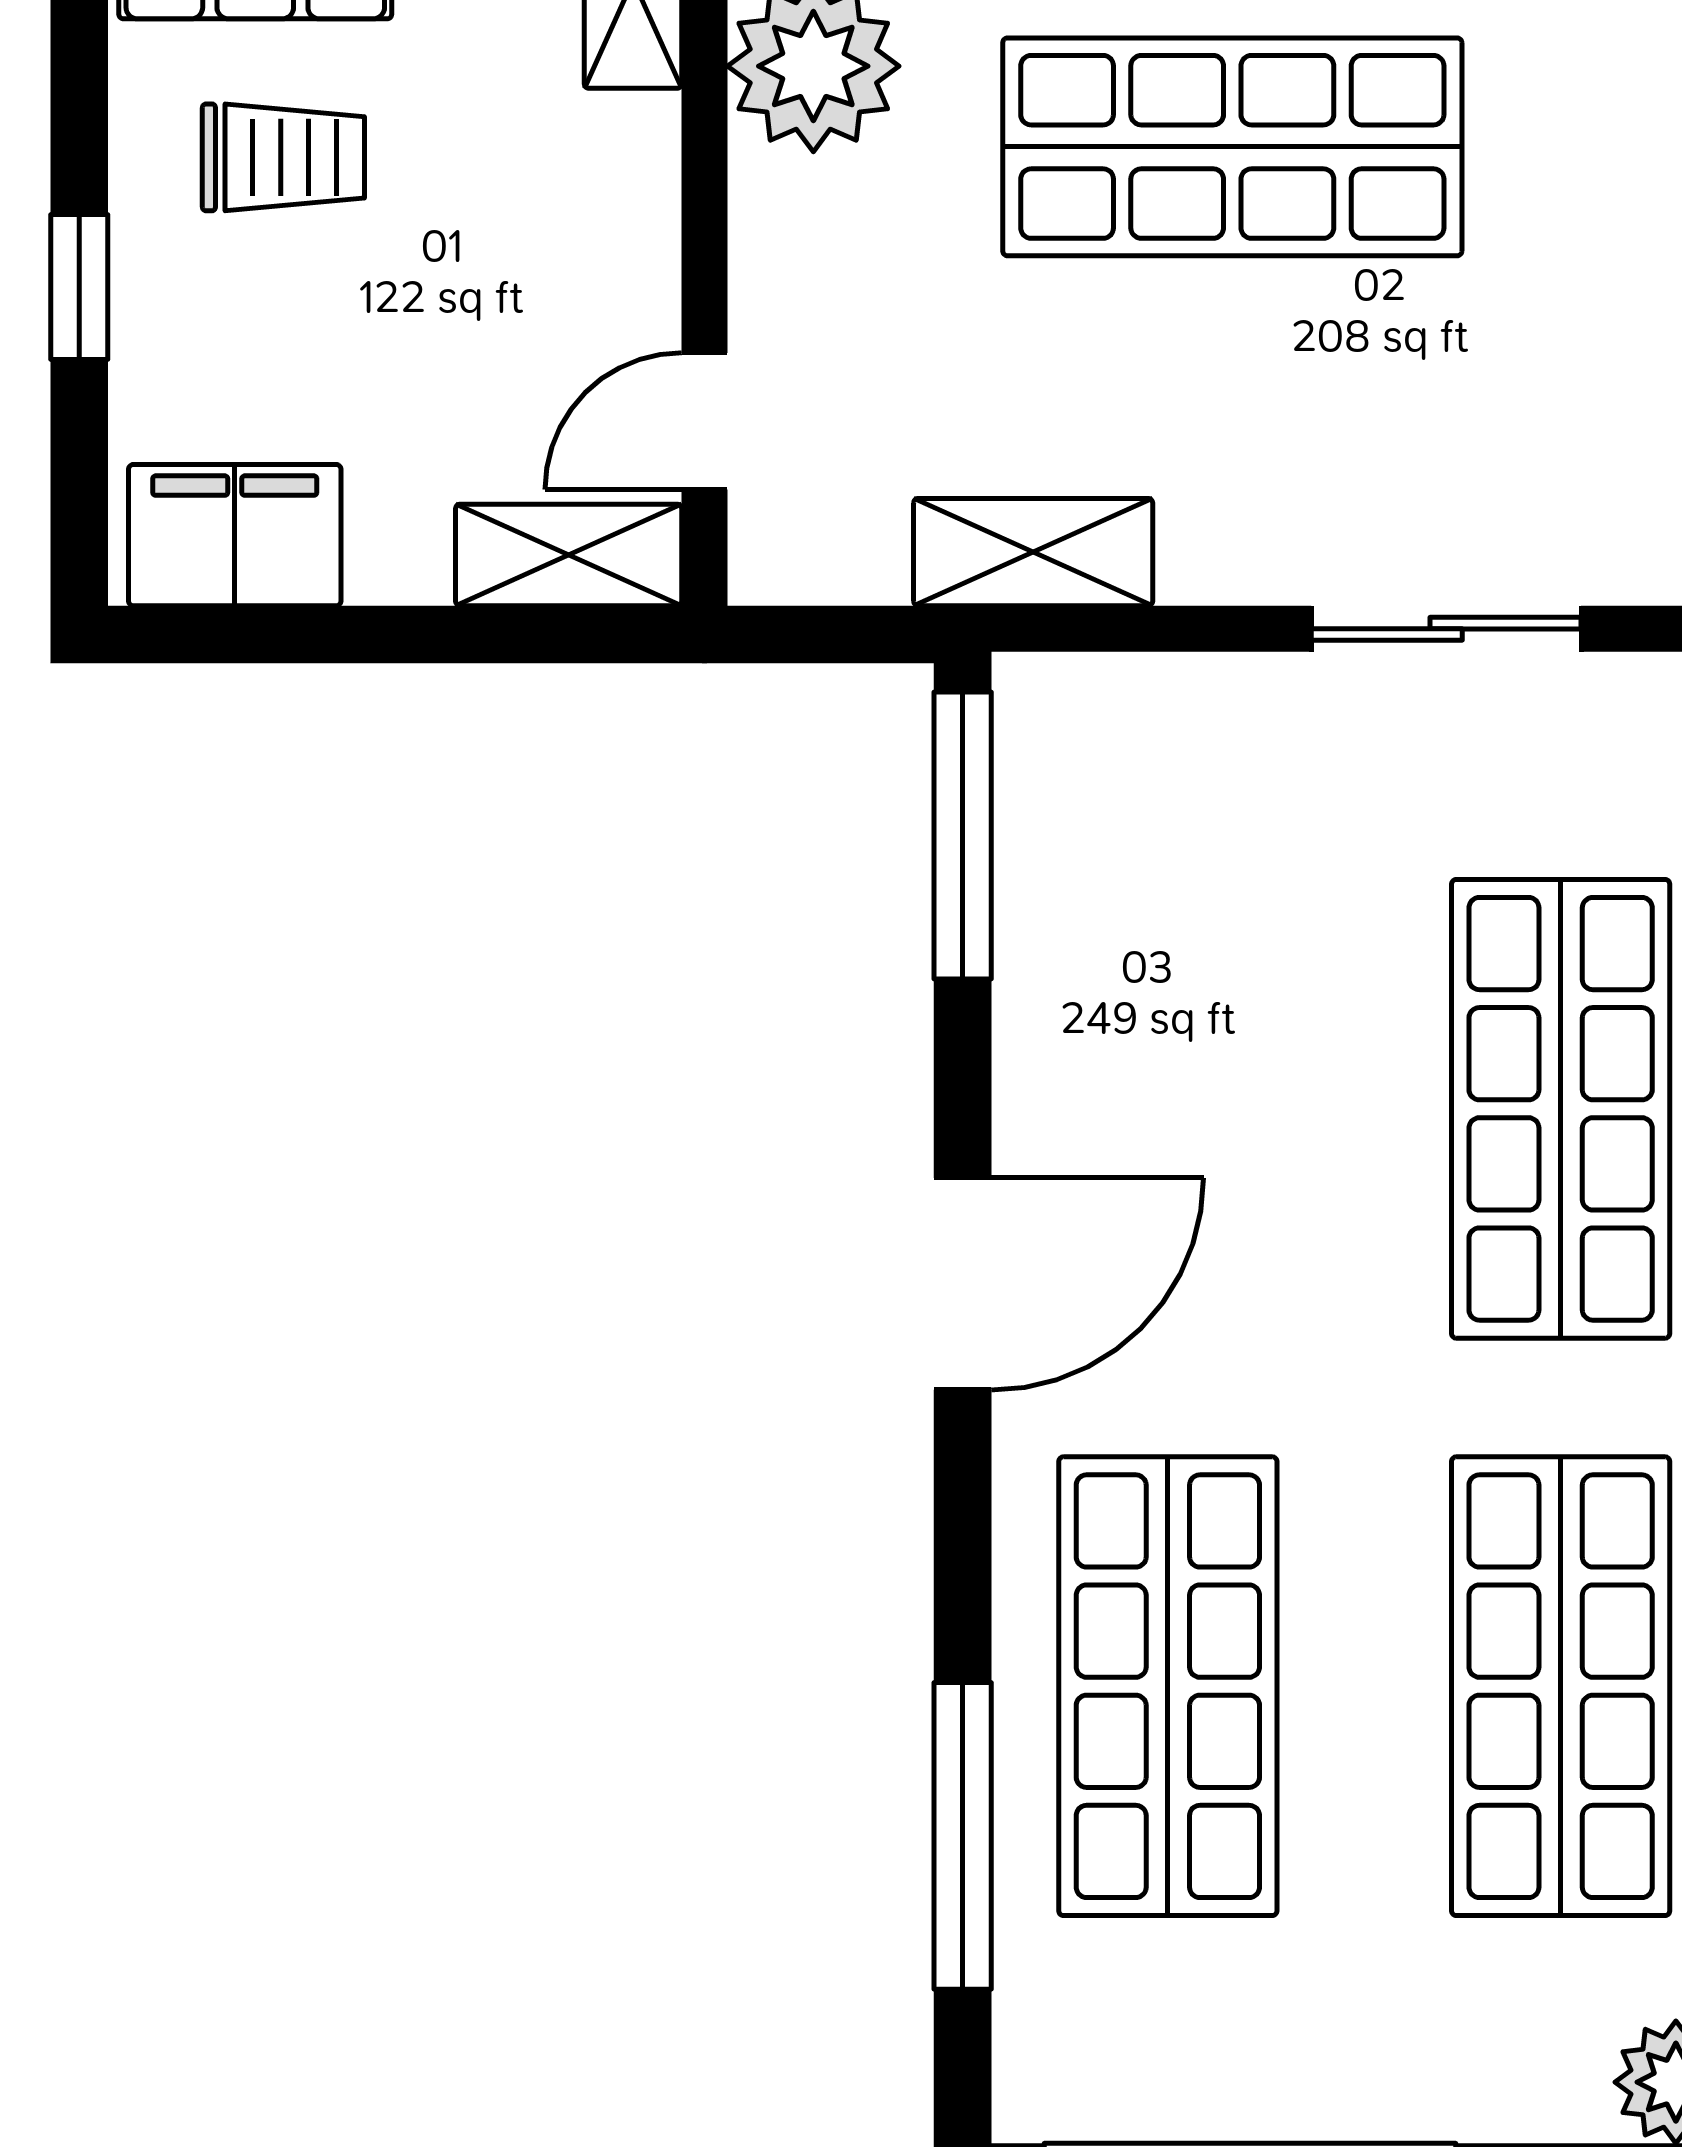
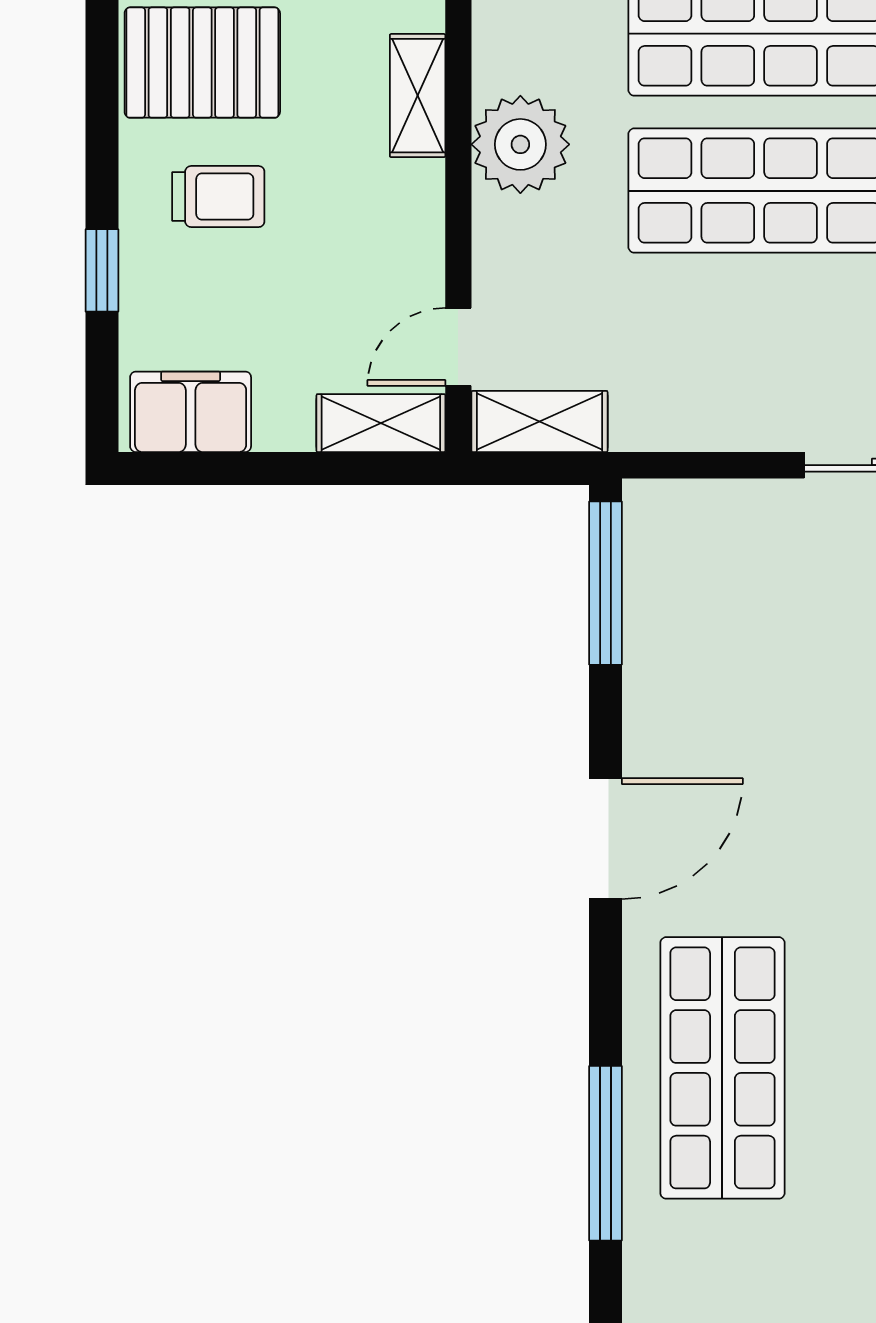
shelving: (1033, 552) -> (540, 421), moved

